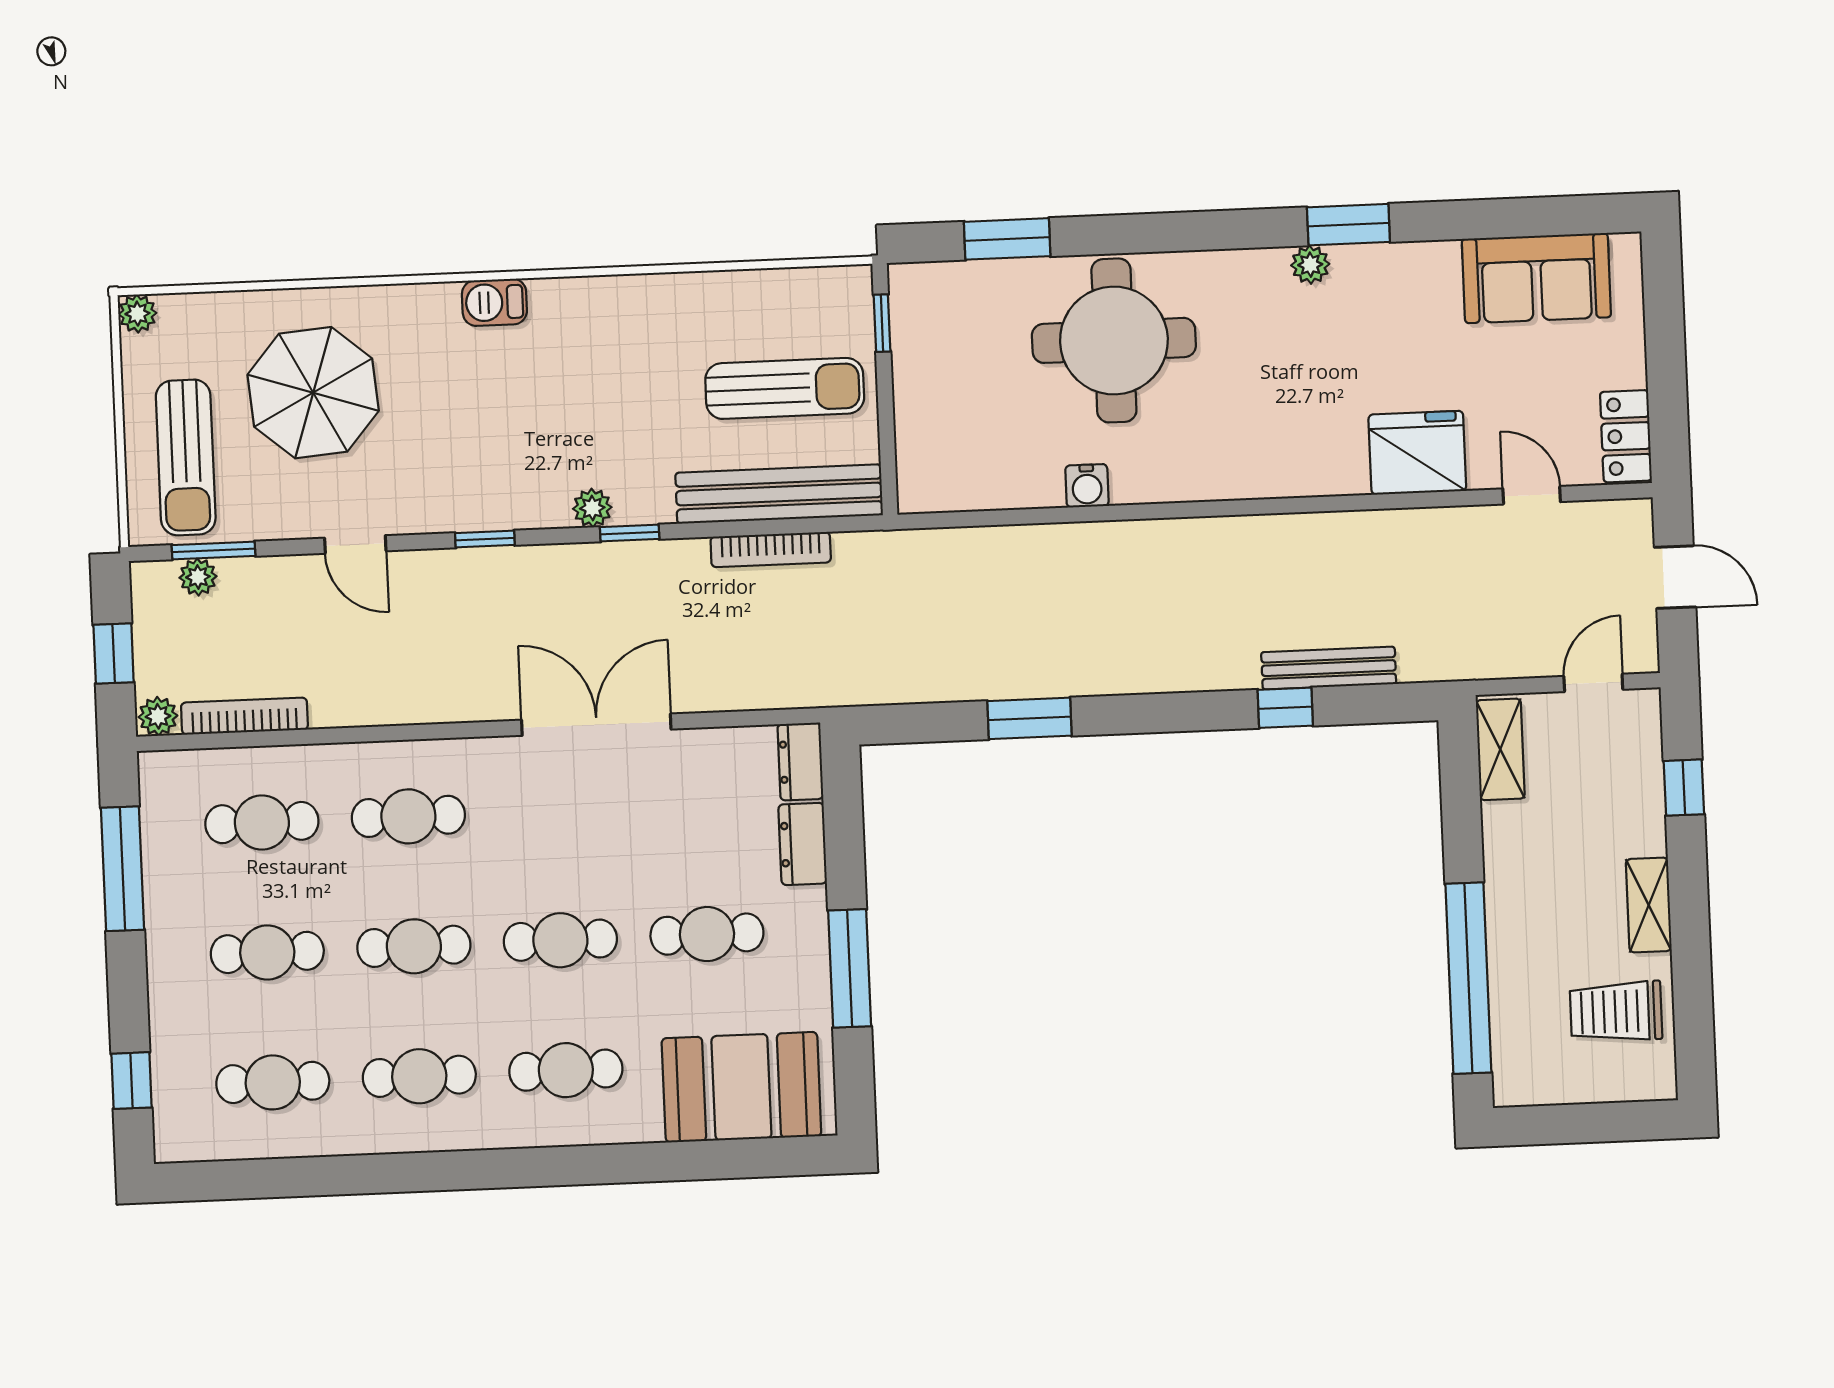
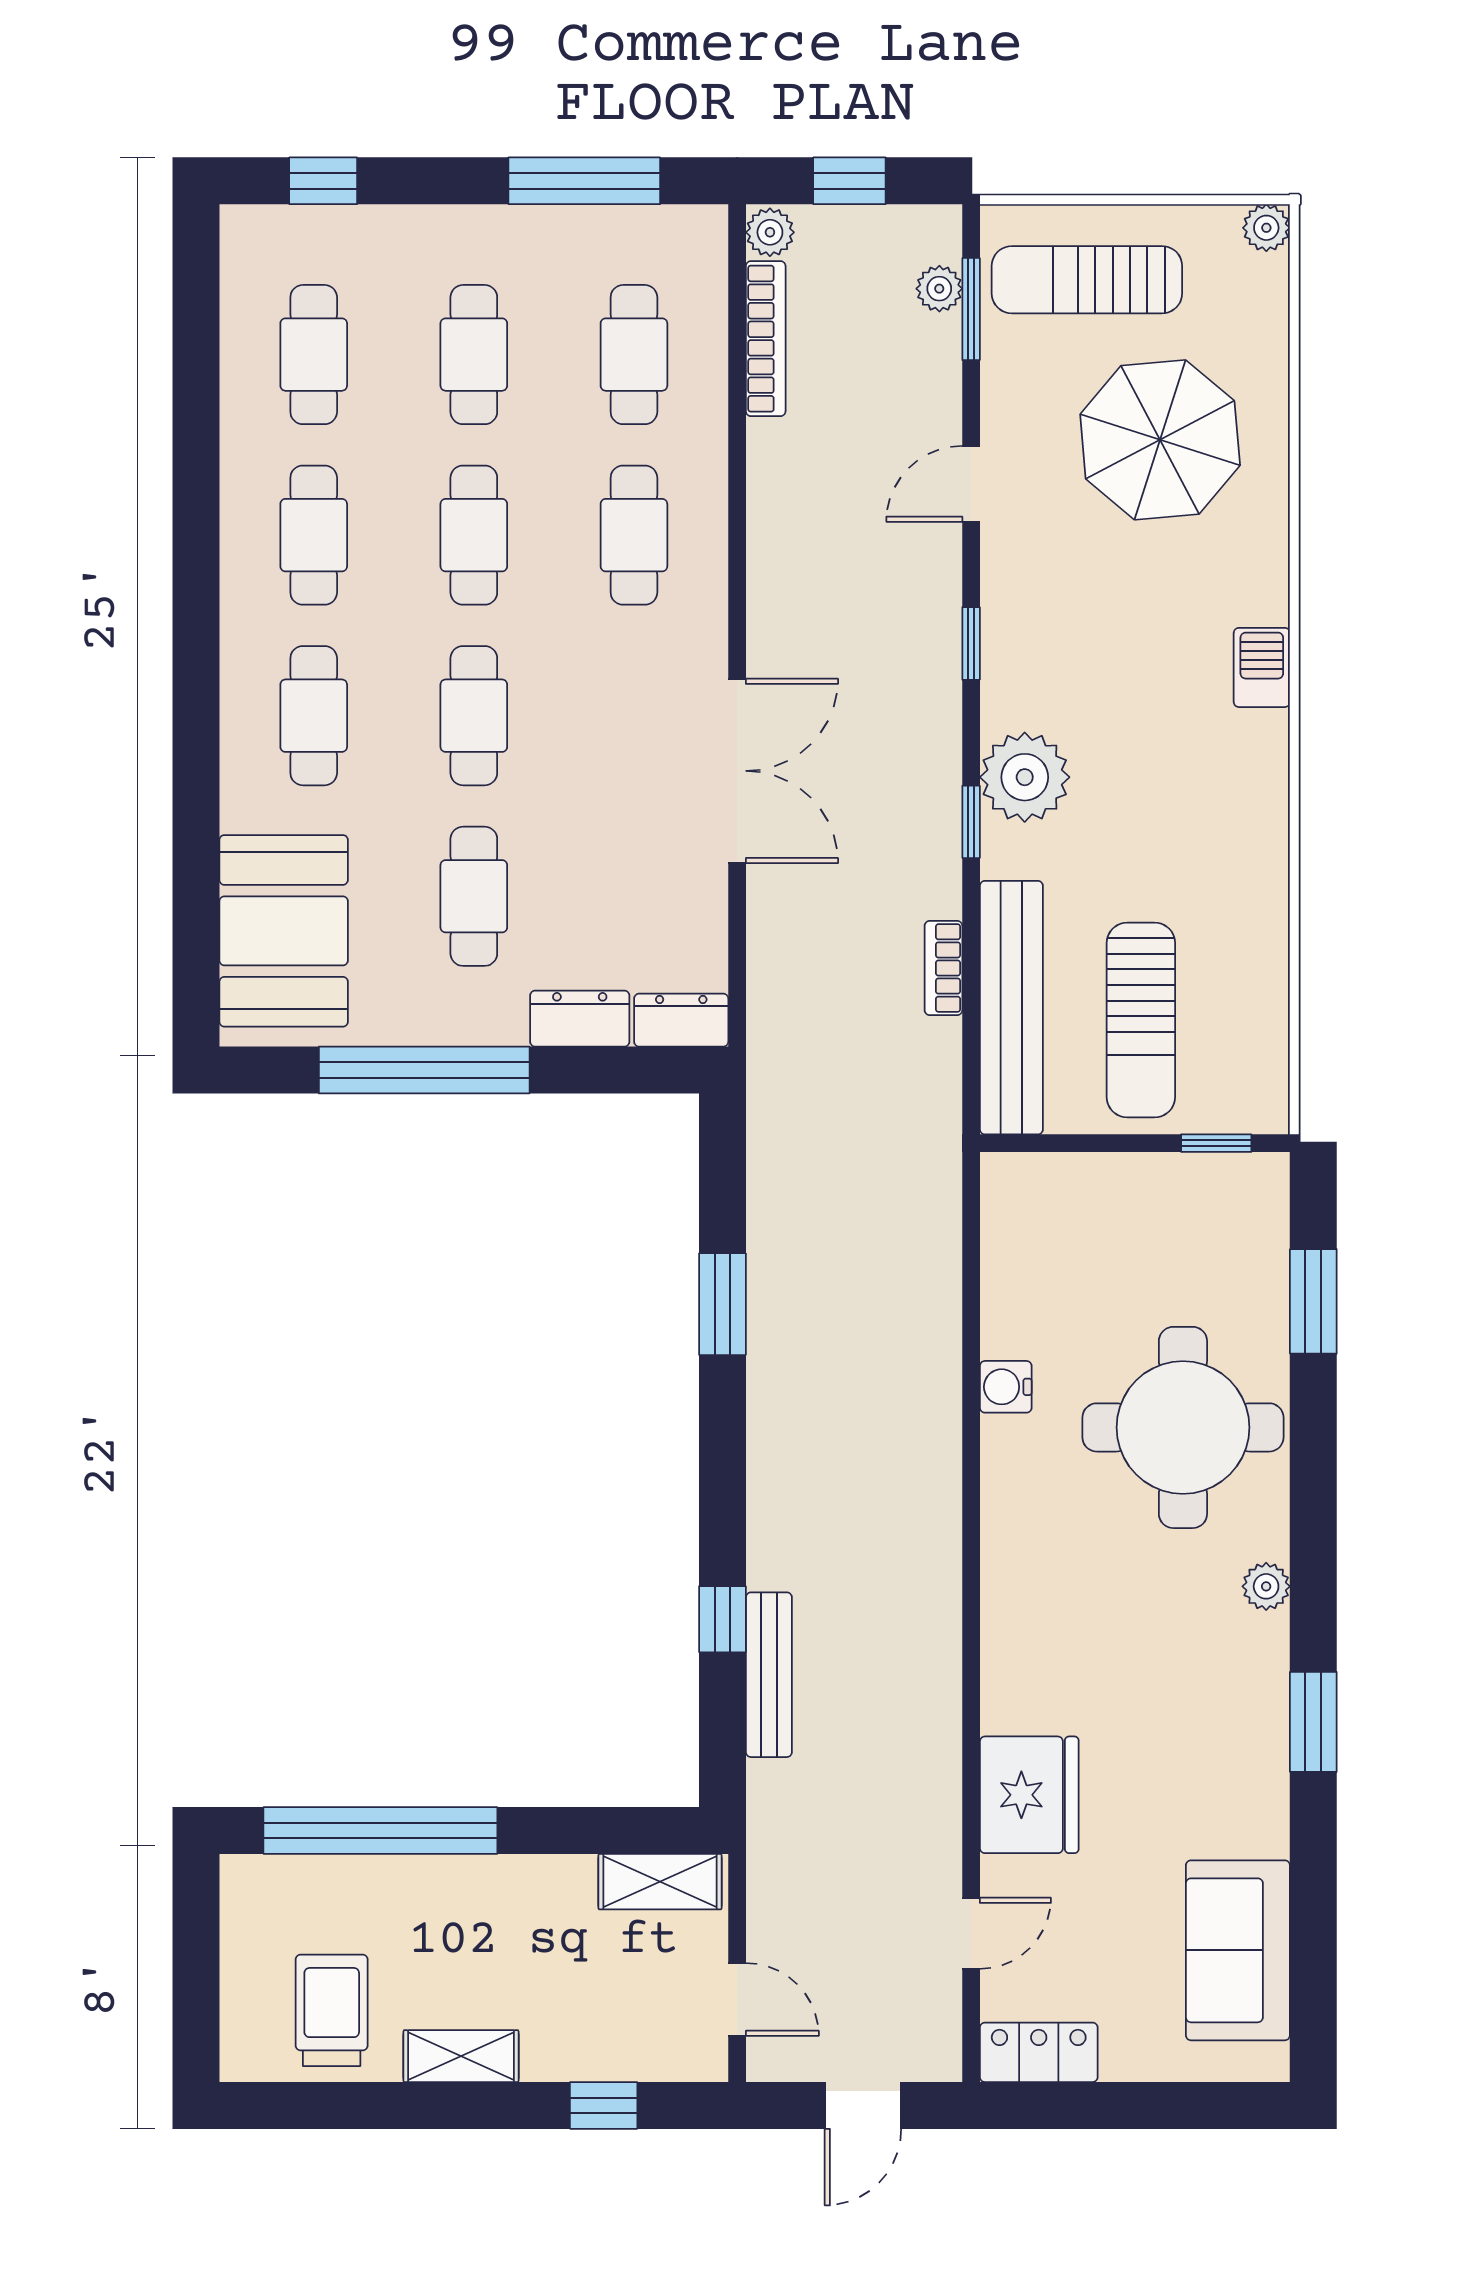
plant: (1310, 265) -> (1266, 1586), moved
plant: (592, 508) -> (1025, 777), width x1.87, depth x1.87
bookcase: (771, 550) -> (943, 968), width x0.64
window: (850, 968) -> (424, 1070), width x1.46

